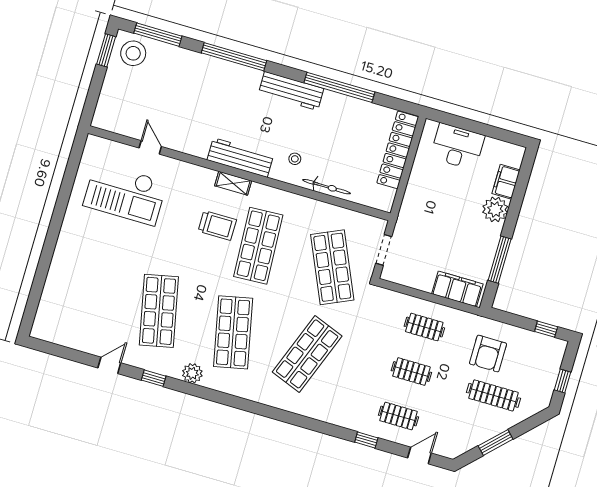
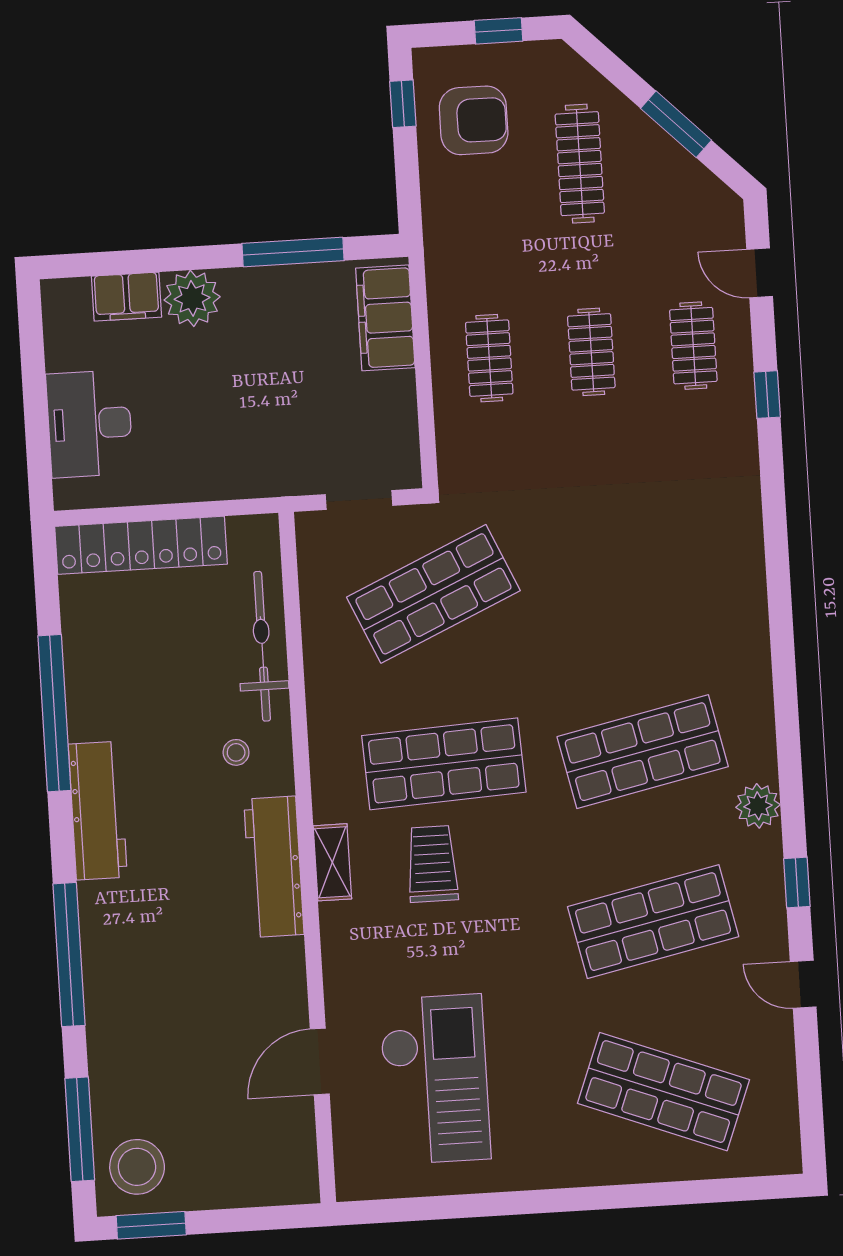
door: (150, 147) -> (320, 1061), width x1.38
bicycle: (327, 187) -> (262, 646), width x1.37, depth x1.40
shop shelf: (307, 354) -> (663, 1092), moved
armchair: (488, 354) -> (474, 120), moved

